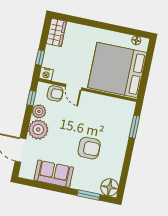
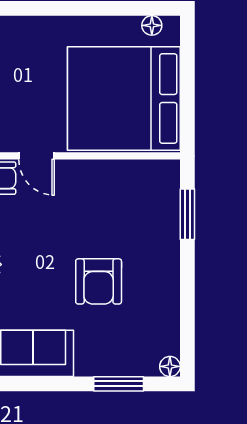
armchair: (89, 148) -> (99, 281), turned 90
floor lamp: (110, 187) -> (170, 366), width x0.53, depth x0.53

